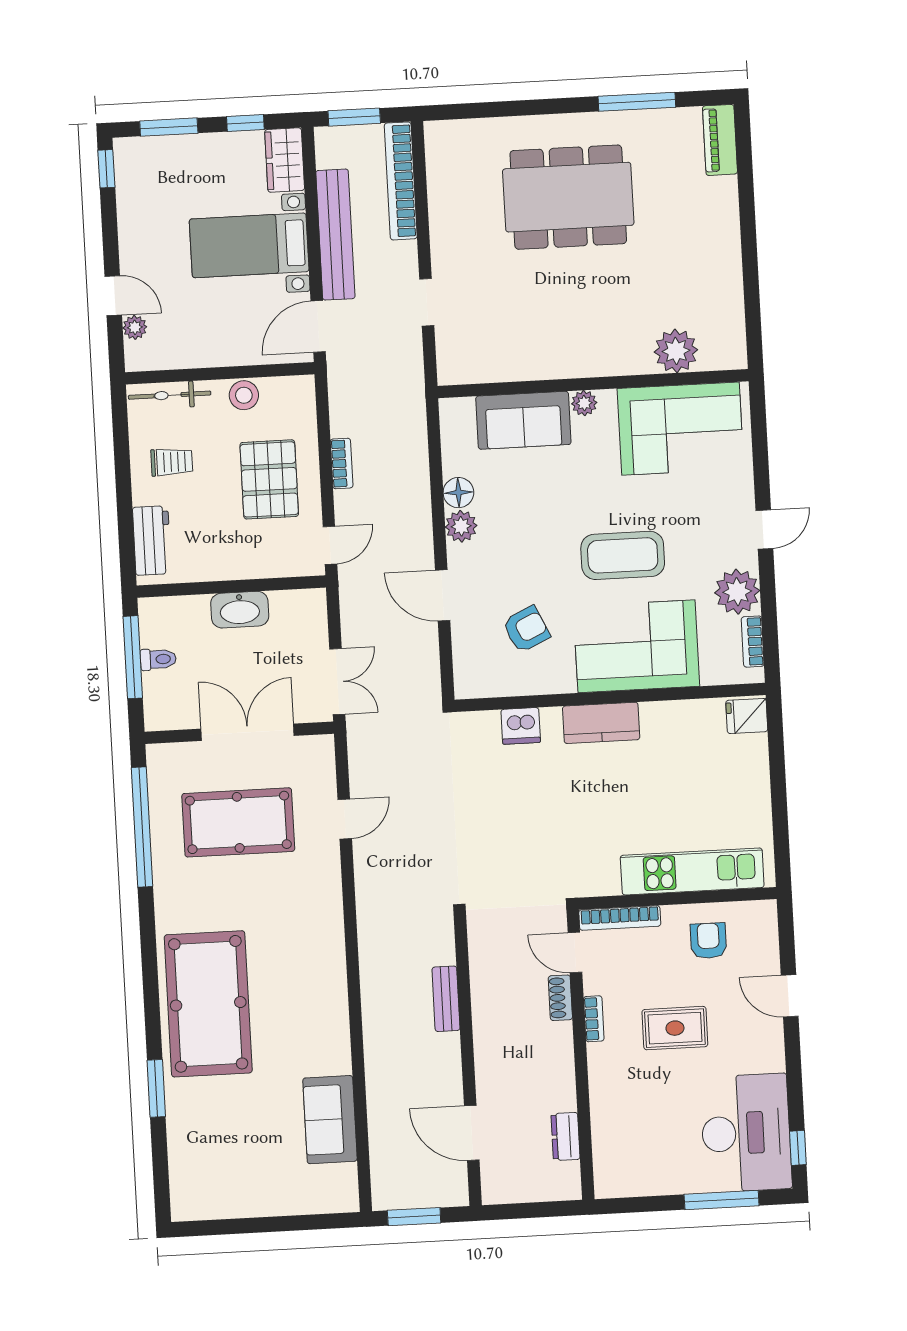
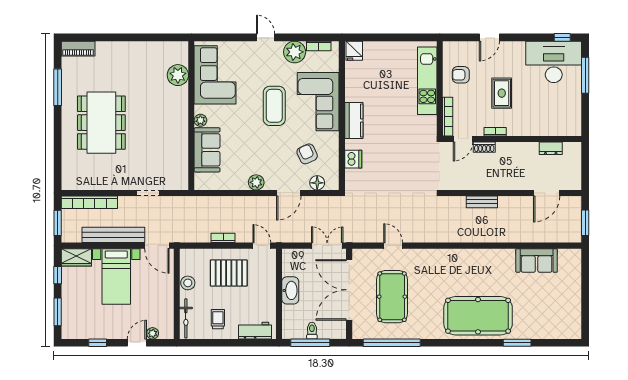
window: (106, 169) -> (98, 343), moved
floor lamp: (458, 493) -> (317, 183), moved
double door: (248, 732) -> (349, 290), width x1.36

